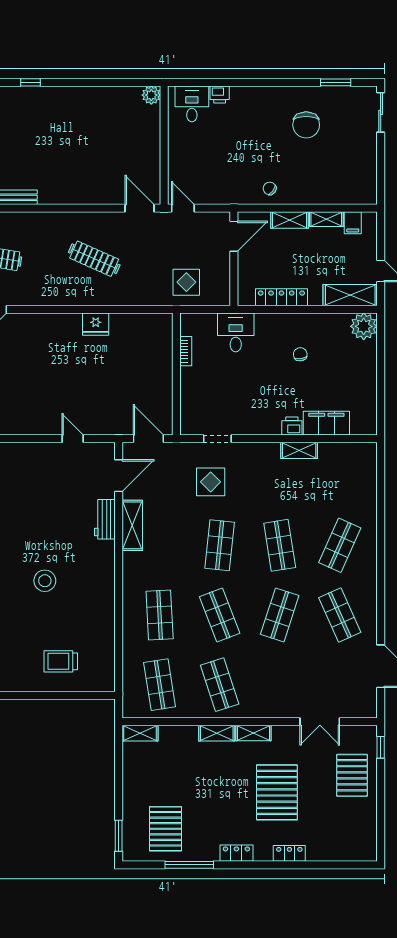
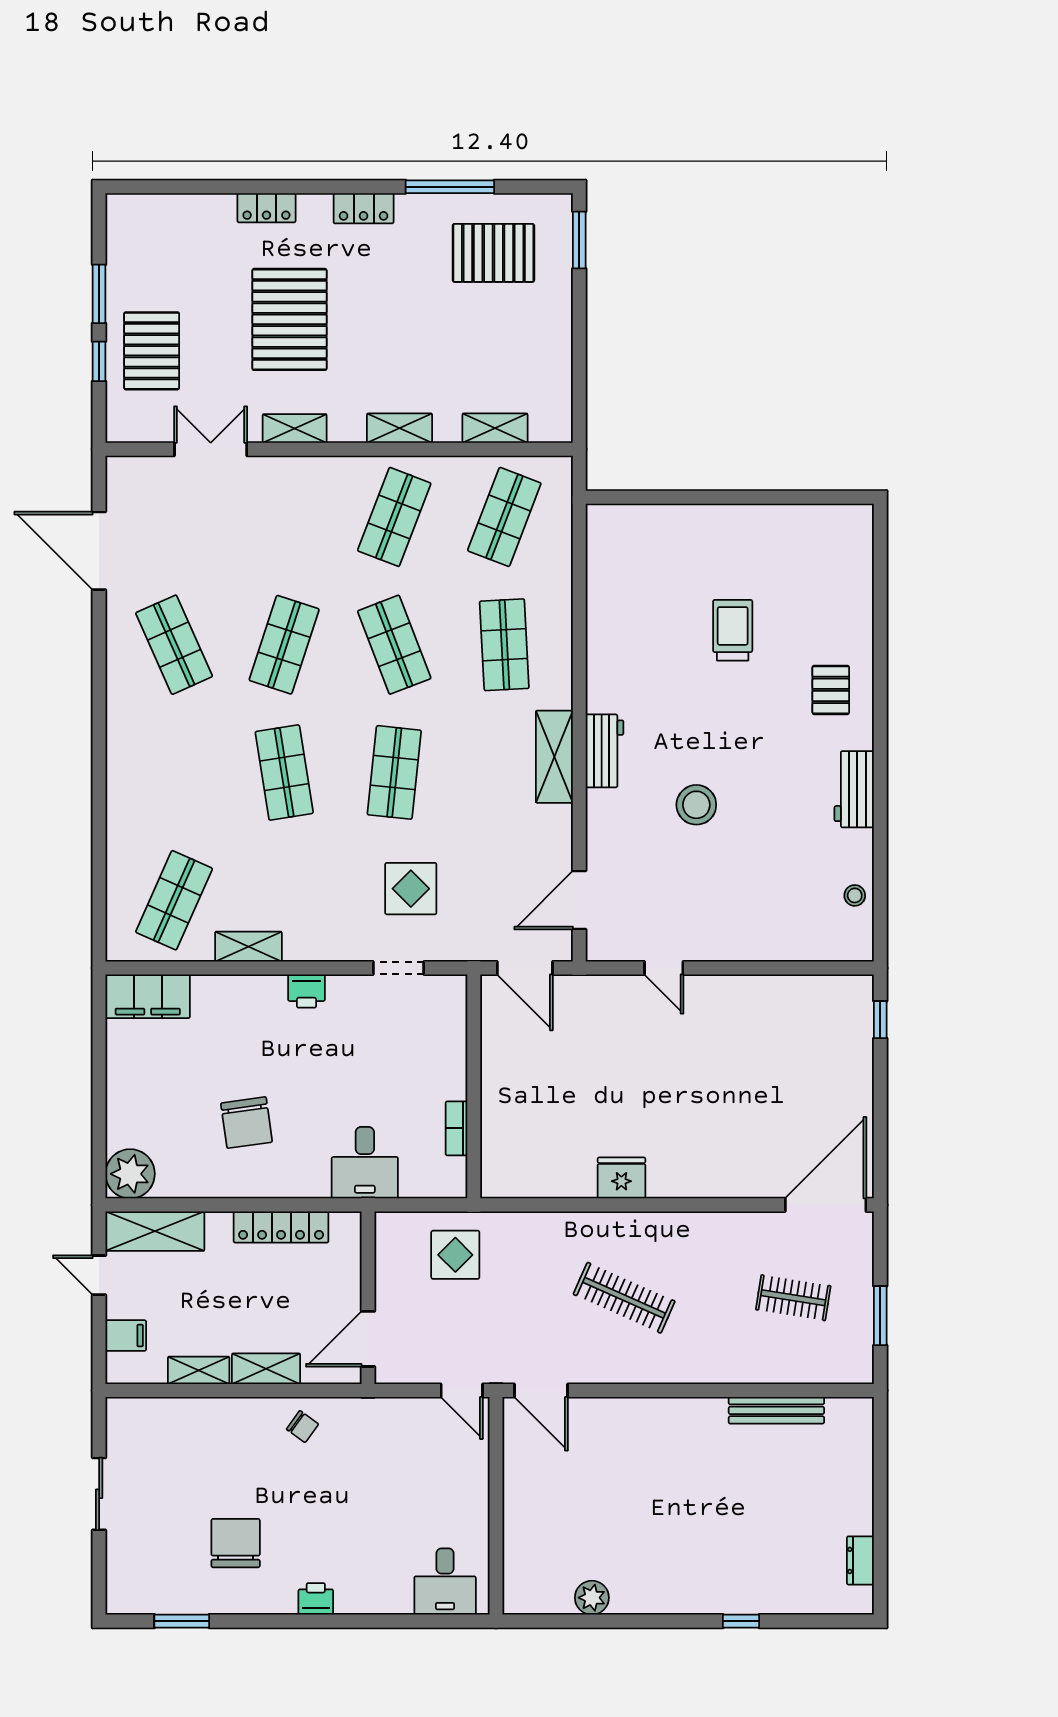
printer: (220, 94) -> (316, 1599), moved
plant: (151, 95) -> (592, 1598), moved
sliding door: (381, 112) -> (99, 1494), moved
filing cabinet: (353, 223) -> (126, 1336), moved, turned 90
chair: (300, 354) -> (247, 1123), width x1.87, depth x1.87
filing cabinet: (326, 423) -> (148, 996), moved
printer: (292, 426) -> (306, 991), moved
workbench: (105, 519) -> (605, 751), moved
shelving: (132, 525) -> (554, 757), moved
shop shelf: (340, 545) -> (174, 900), moved
stool: (45, 581) -> (696, 805), moved
trolley: (61, 661) -> (733, 630), moved, turned -90
shop shelf: (160, 685) -> (504, 517), turned 30
shop shelf: (220, 685) -> (394, 517), turned 39
shelving: (140, 733) -> (495, 428), moved
shelving: (253, 733) -> (295, 428), moved
window: (381, 747) -> (99, 361), moved
window: (381, 806) -> (99, 294), added
pallet: (166, 829) -> (493, 253), turned 90

